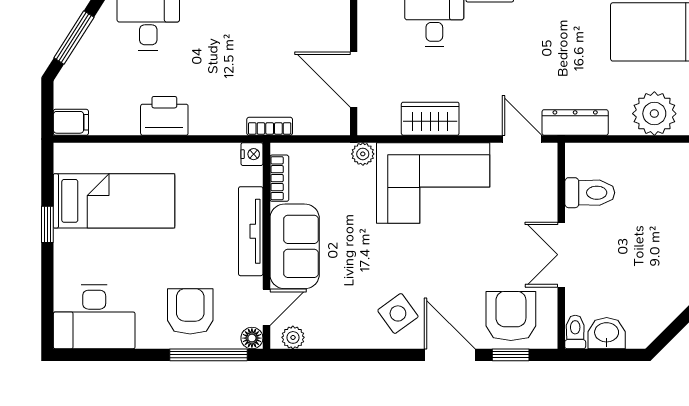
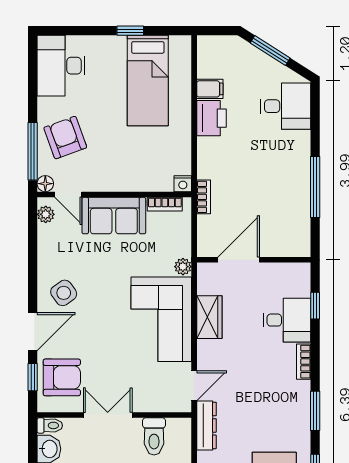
filing cabinet: (71, 122) -> (210, 89), moved, turned -90
tv unit: (251, 231) -> (125, 183), removed
armchair: (190, 311) -> (65, 138), turned -110

